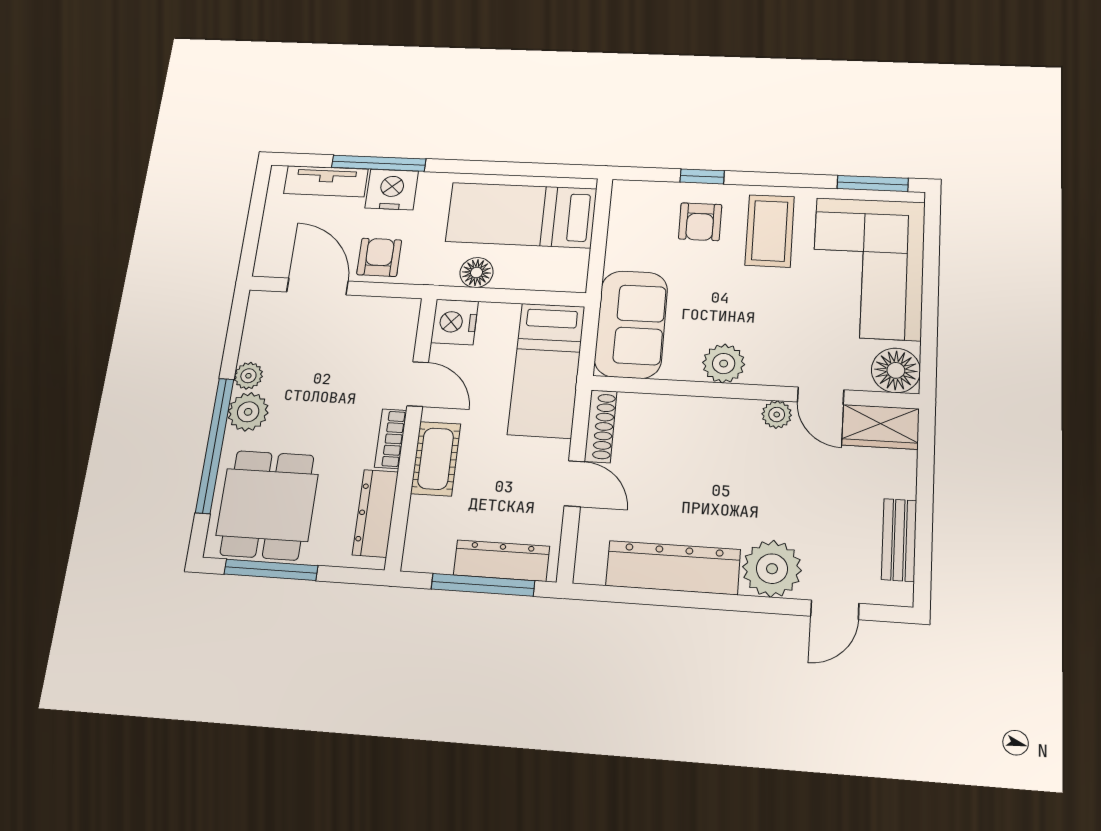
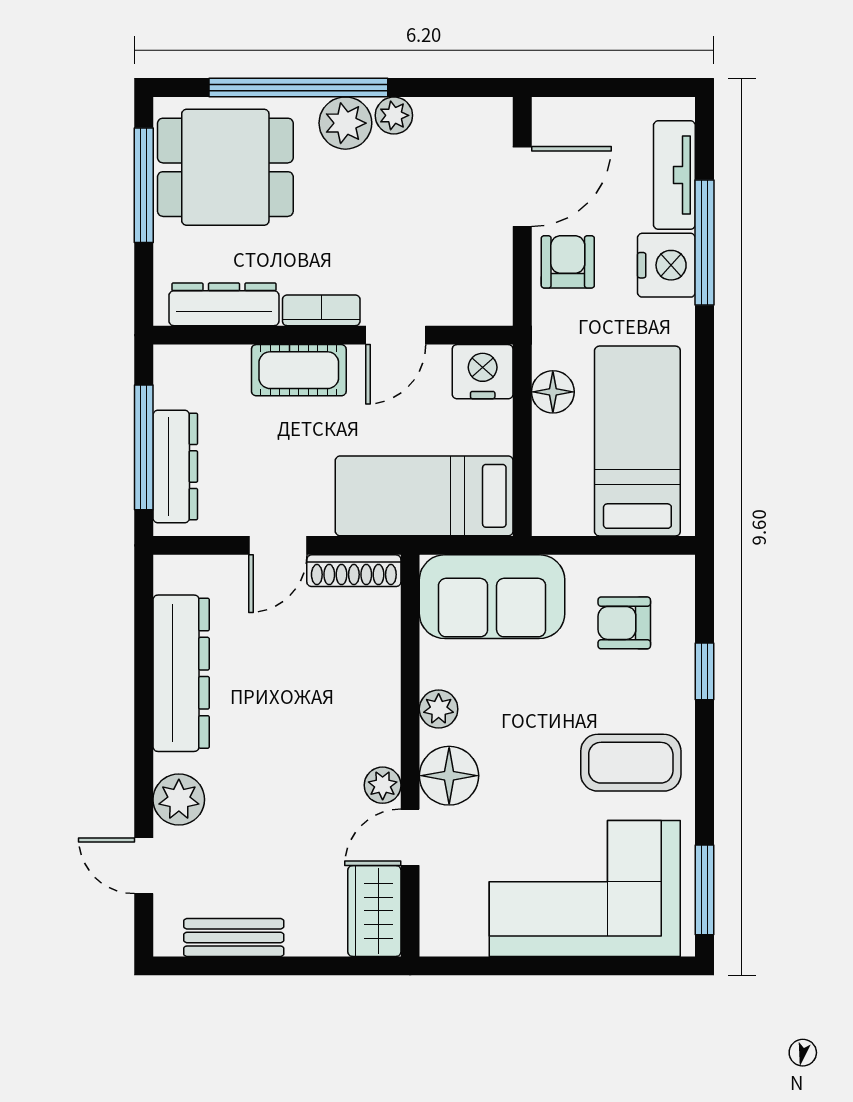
armchair: (700, 222) -> (624, 623), moved
armchair: (379, 257) -> (568, 262), turned -90
plant: (724, 364) -> (439, 709), width x0.73, depth x0.73
floor lamp: (896, 370) -> (449, 776), moved
plant: (772, 569) -> (179, 800), width x0.73, depth x0.73

